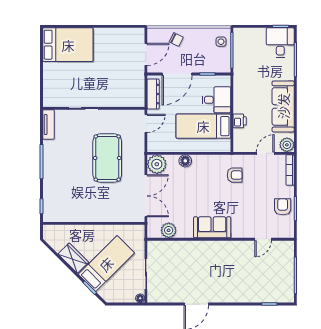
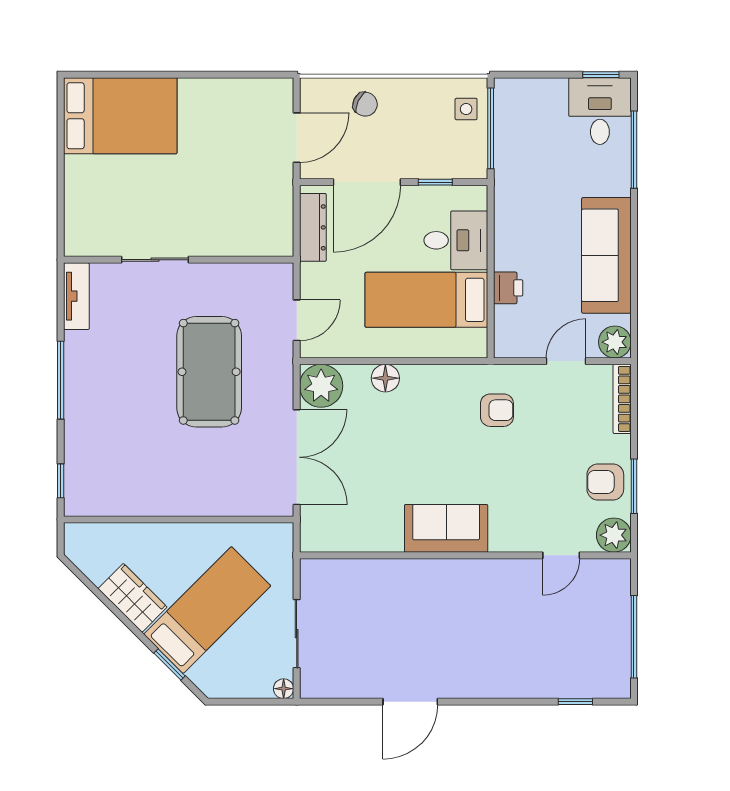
door: (146, 123) -> (297, 320), moved
armchair: (283, 207) -> (605, 482), turned -90
plant: (169, 230) -> (614, 535), moved

